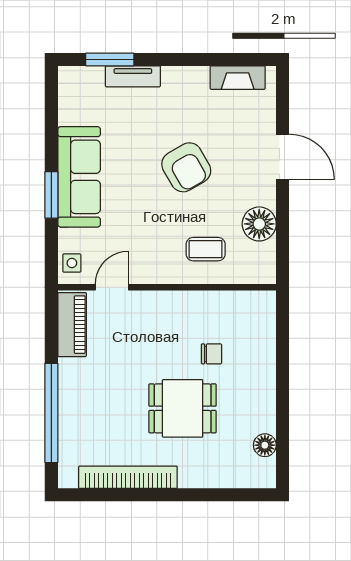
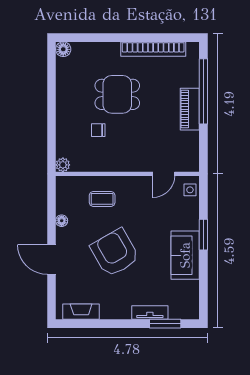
armchair: (186, 167) -> (115, 253), width x1.36, depth x1.36
sofa: (79, 177) -> (185, 255), width x0.73
floor lamp: (259, 224) -> (62, 221), width x0.53, depth x0.53
plant: (265, 301) -> (63, 165), added
piano: (72, 325) -> (190, 109), moved
floor lamp: (265, 445) -> (63, 49), moved

